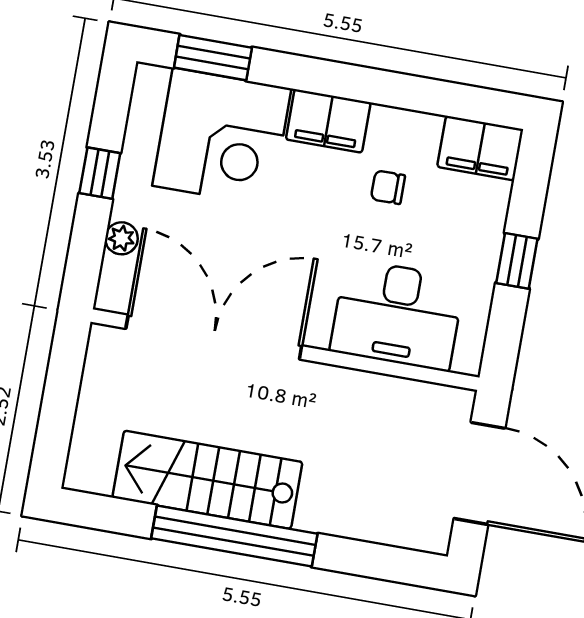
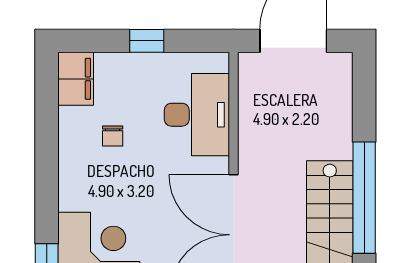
filing cabinet: (328, 121) -> (75, 184), removed

